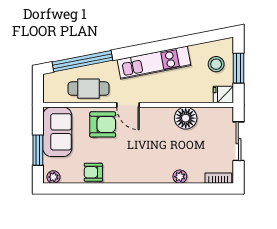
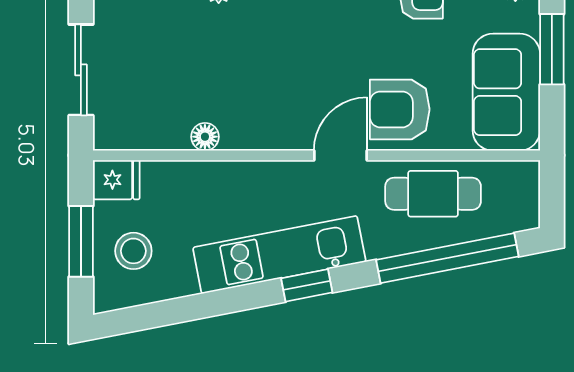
window: (142, 50) -> (307, 285), added
door: (128, 105) -> (340, 155), hinge flipped
floor lamp: (186, 118) -> (205, 137), width x0.53, depth x0.53

